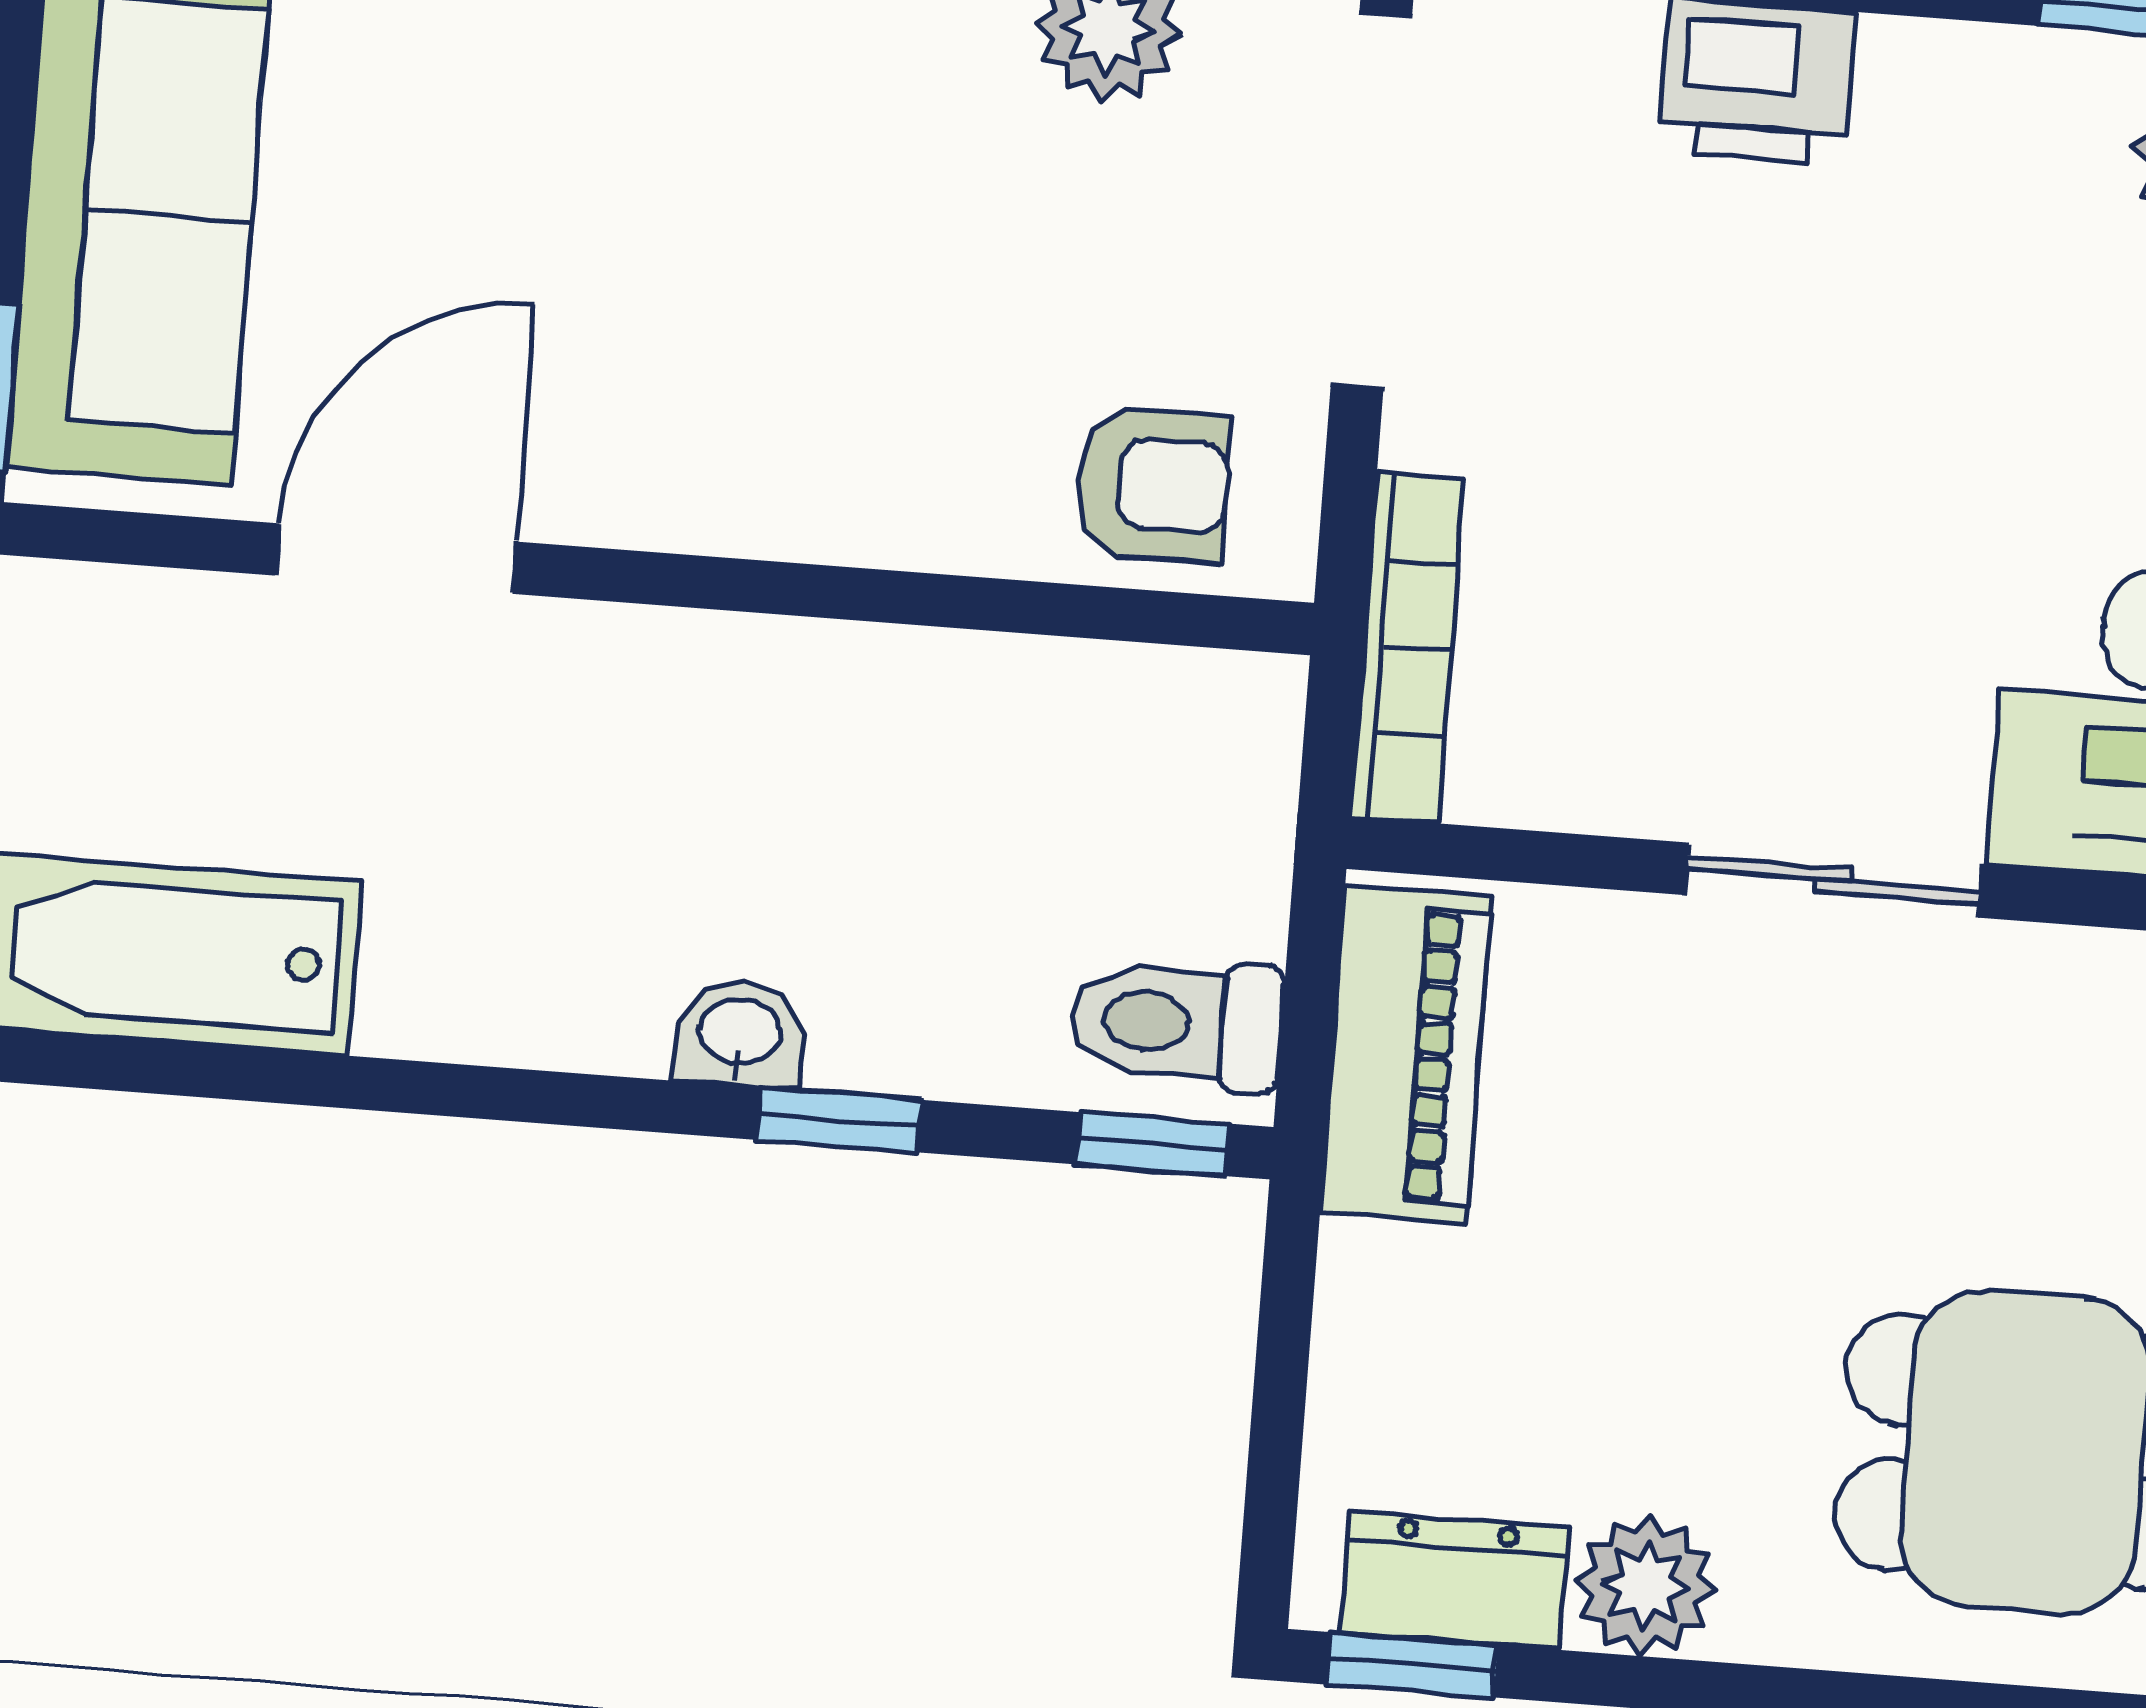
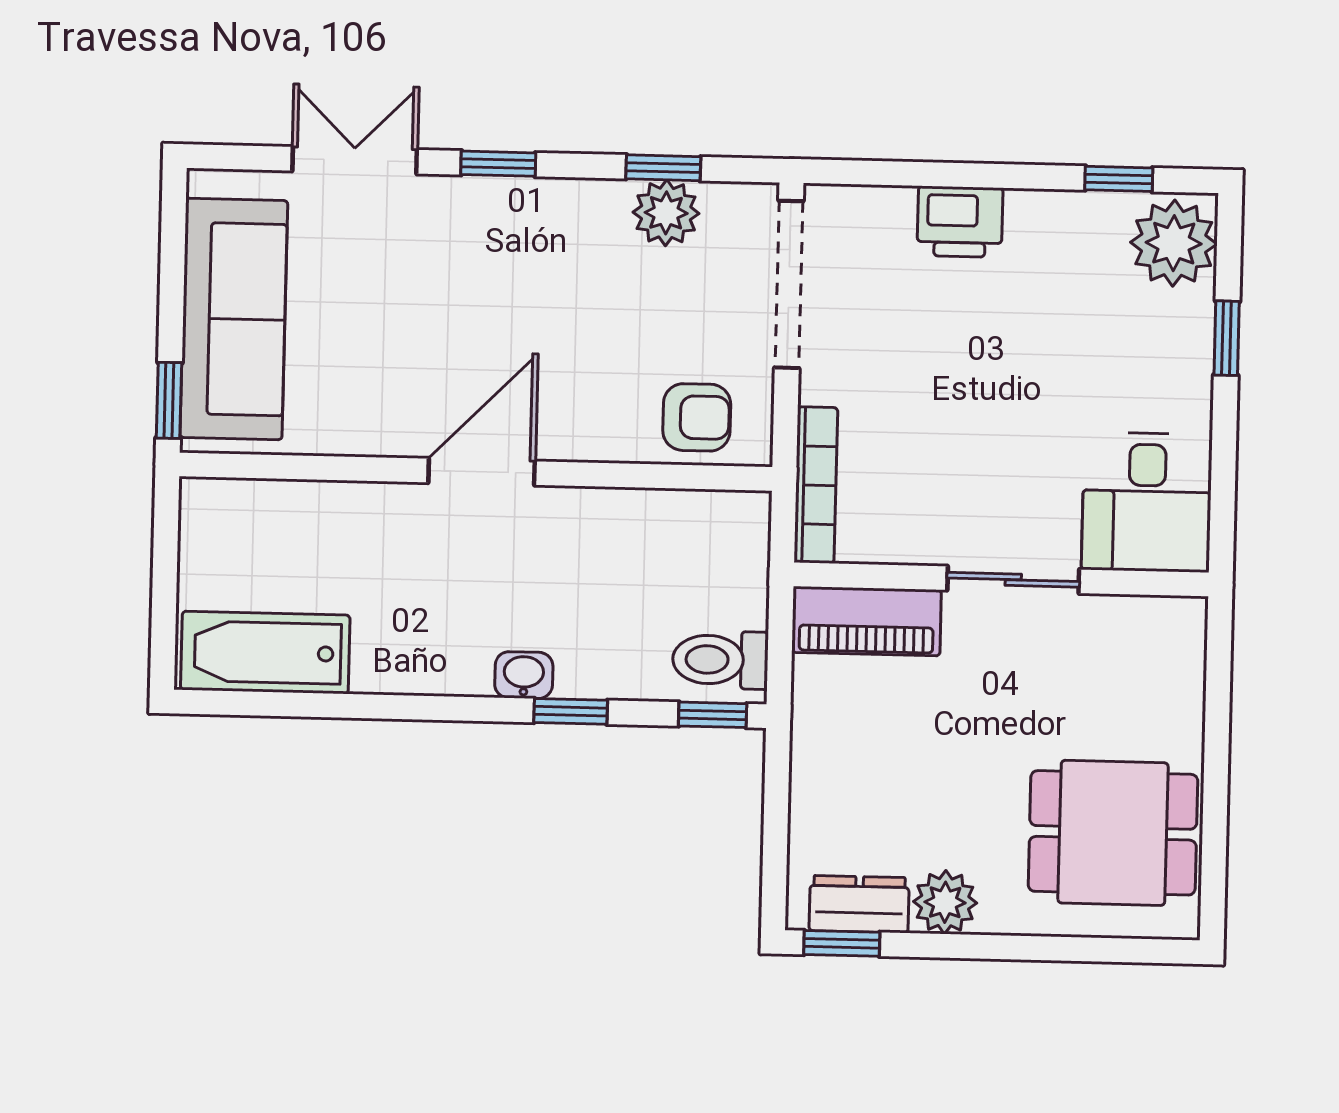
door: (396, 559) -> (482, 472), moved
piano: (1406, 1054) -> (867, 621), moved, turned 90

